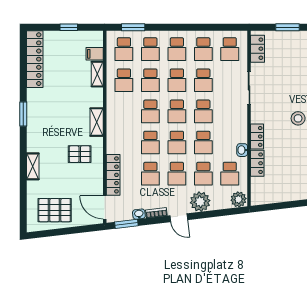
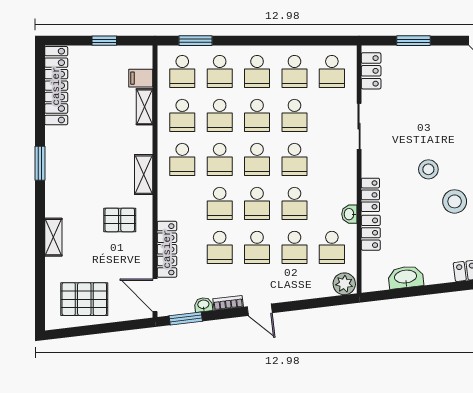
school desk: (124, 111) -> (182, 159), added
washbasin: (282, 195) -> (406, 277), added
plant: (200, 202) -> (290, 287), removed

